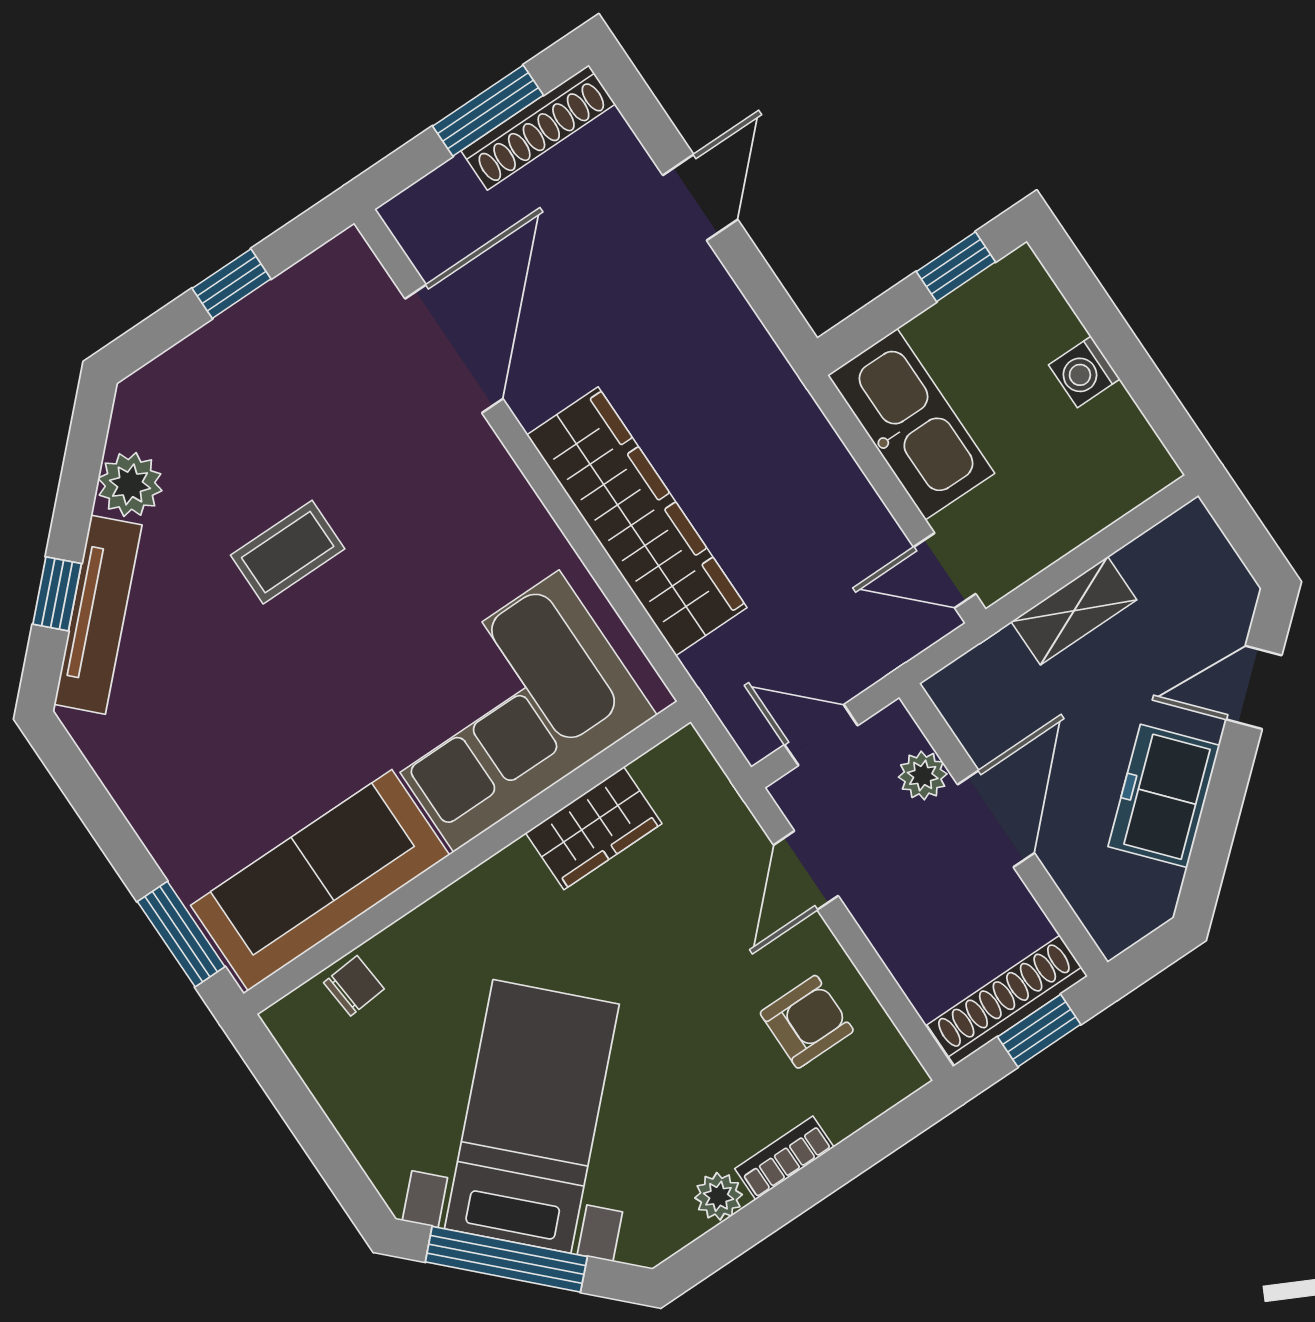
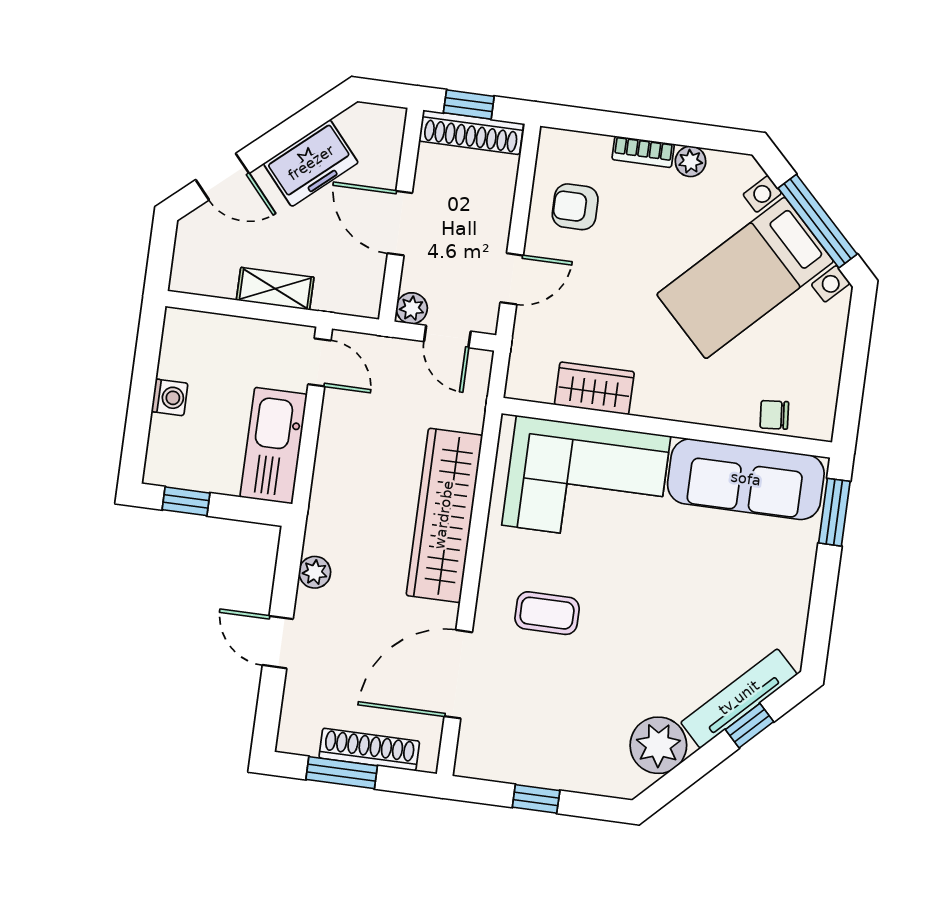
shoe rack: (538, 127) -> (369, 750), moved
door: (700, 197) -> (278, 642), hinge flipped
plant: (730, 318) -> (315, 572), added
plant: (130, 484) -> (658, 745), width x1.36, depth x1.36
coffee table: (288, 552) -> (547, 613), moved
plant: (923, 775) -> (412, 308), moved
door: (996, 819) -> (400, 223), hinge flipped

